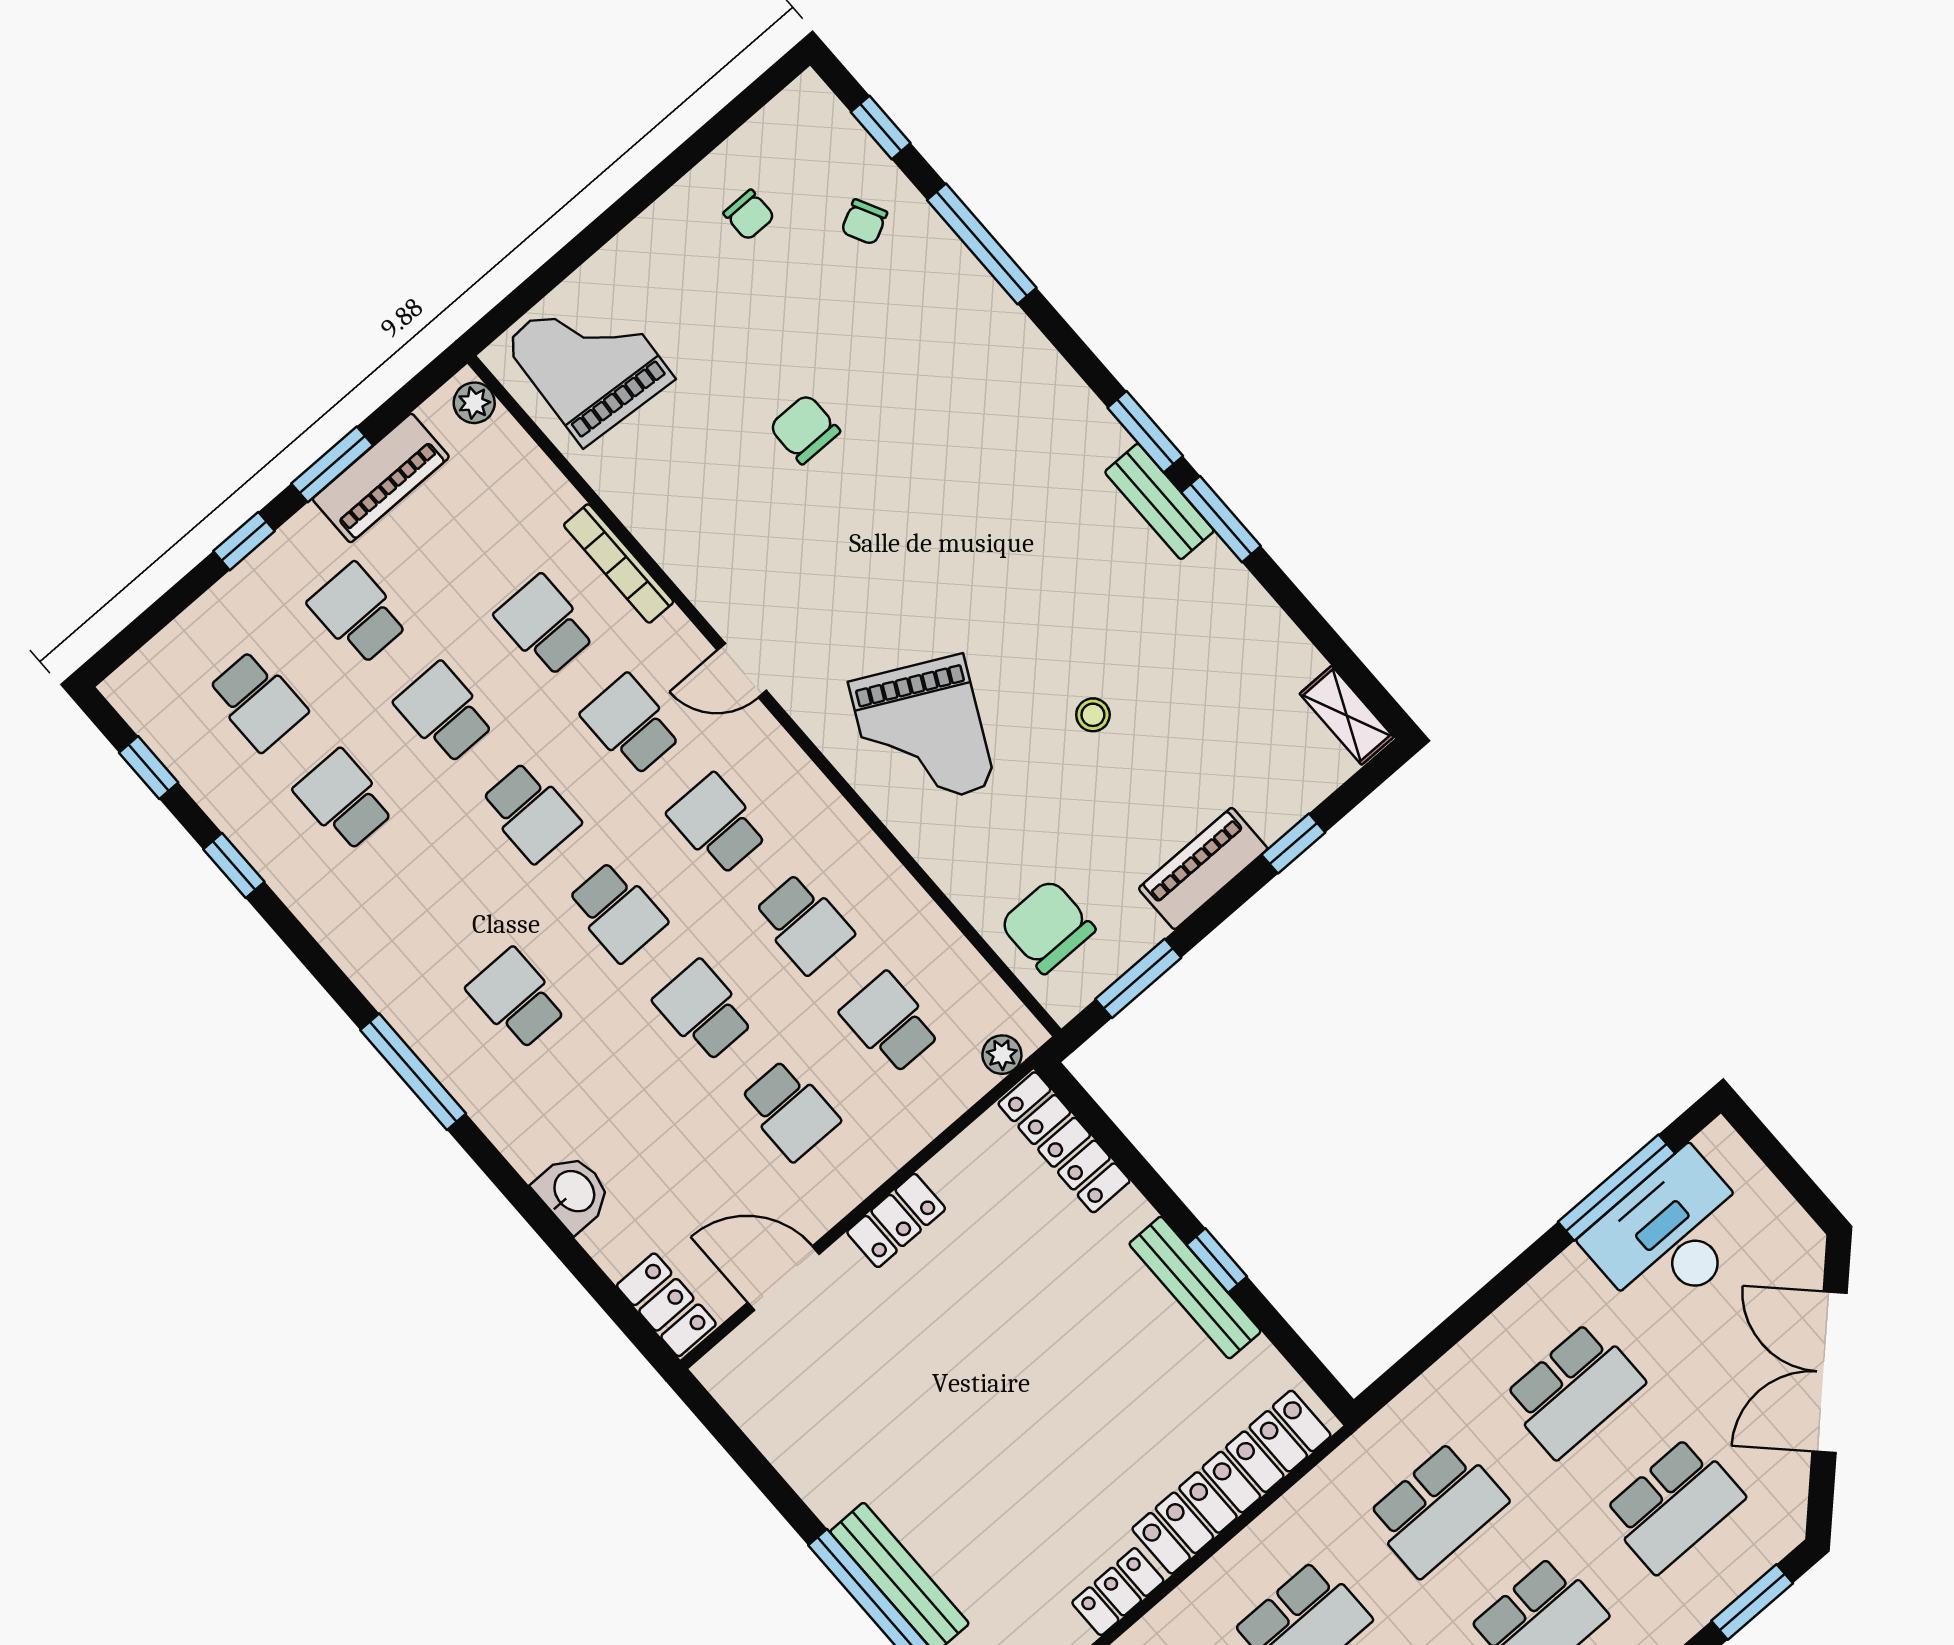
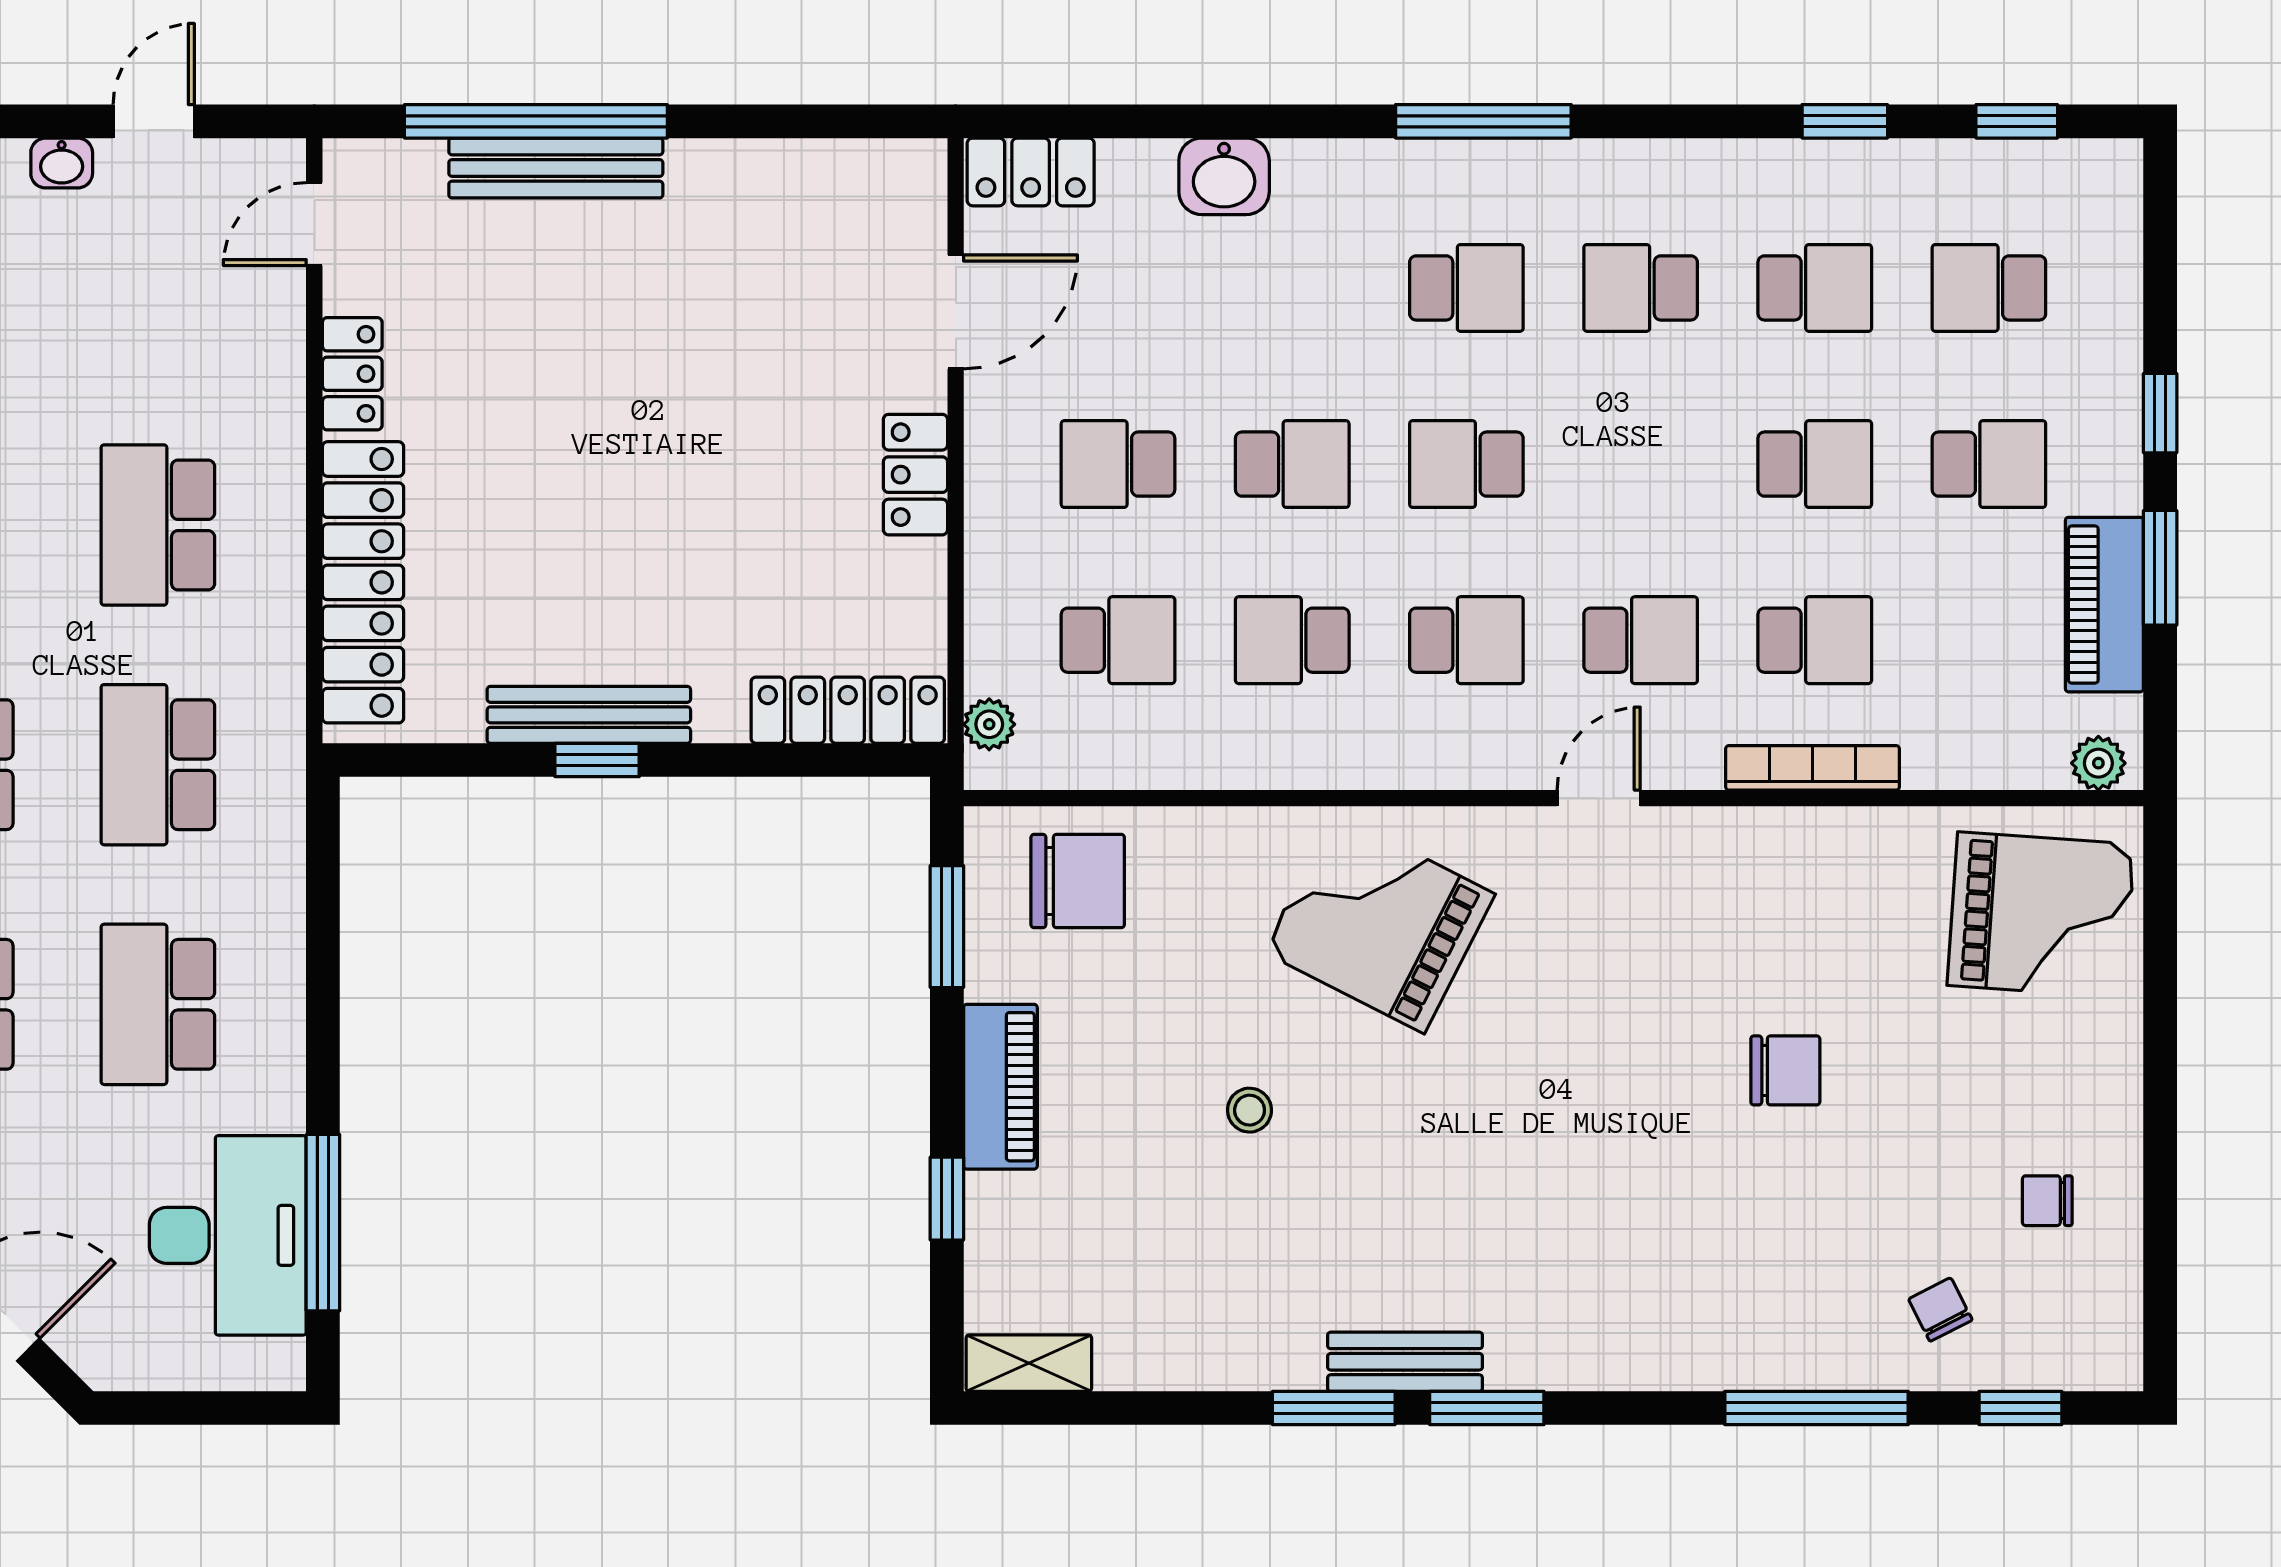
school desk: (531, 812) -> (1641, 288), moved

